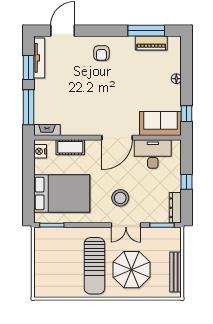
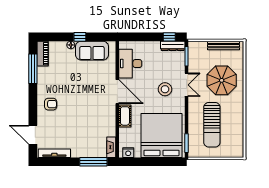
piano: (151, 43) -> (43, 54), moved
window: (28, 67) -> (62, 162), removed
window: (187, 114) -> (80, 37), moved
sofa: (160, 124) -> (92, 51), moved, turned -90
cot: (70, 147) -> (125, 116), moved
window: (187, 182) -> (169, 37), moved
bed: (62, 193) -> (161, 135), width x1.36
sun lounger: (94, 266) -> (212, 125), moved, turned 90

